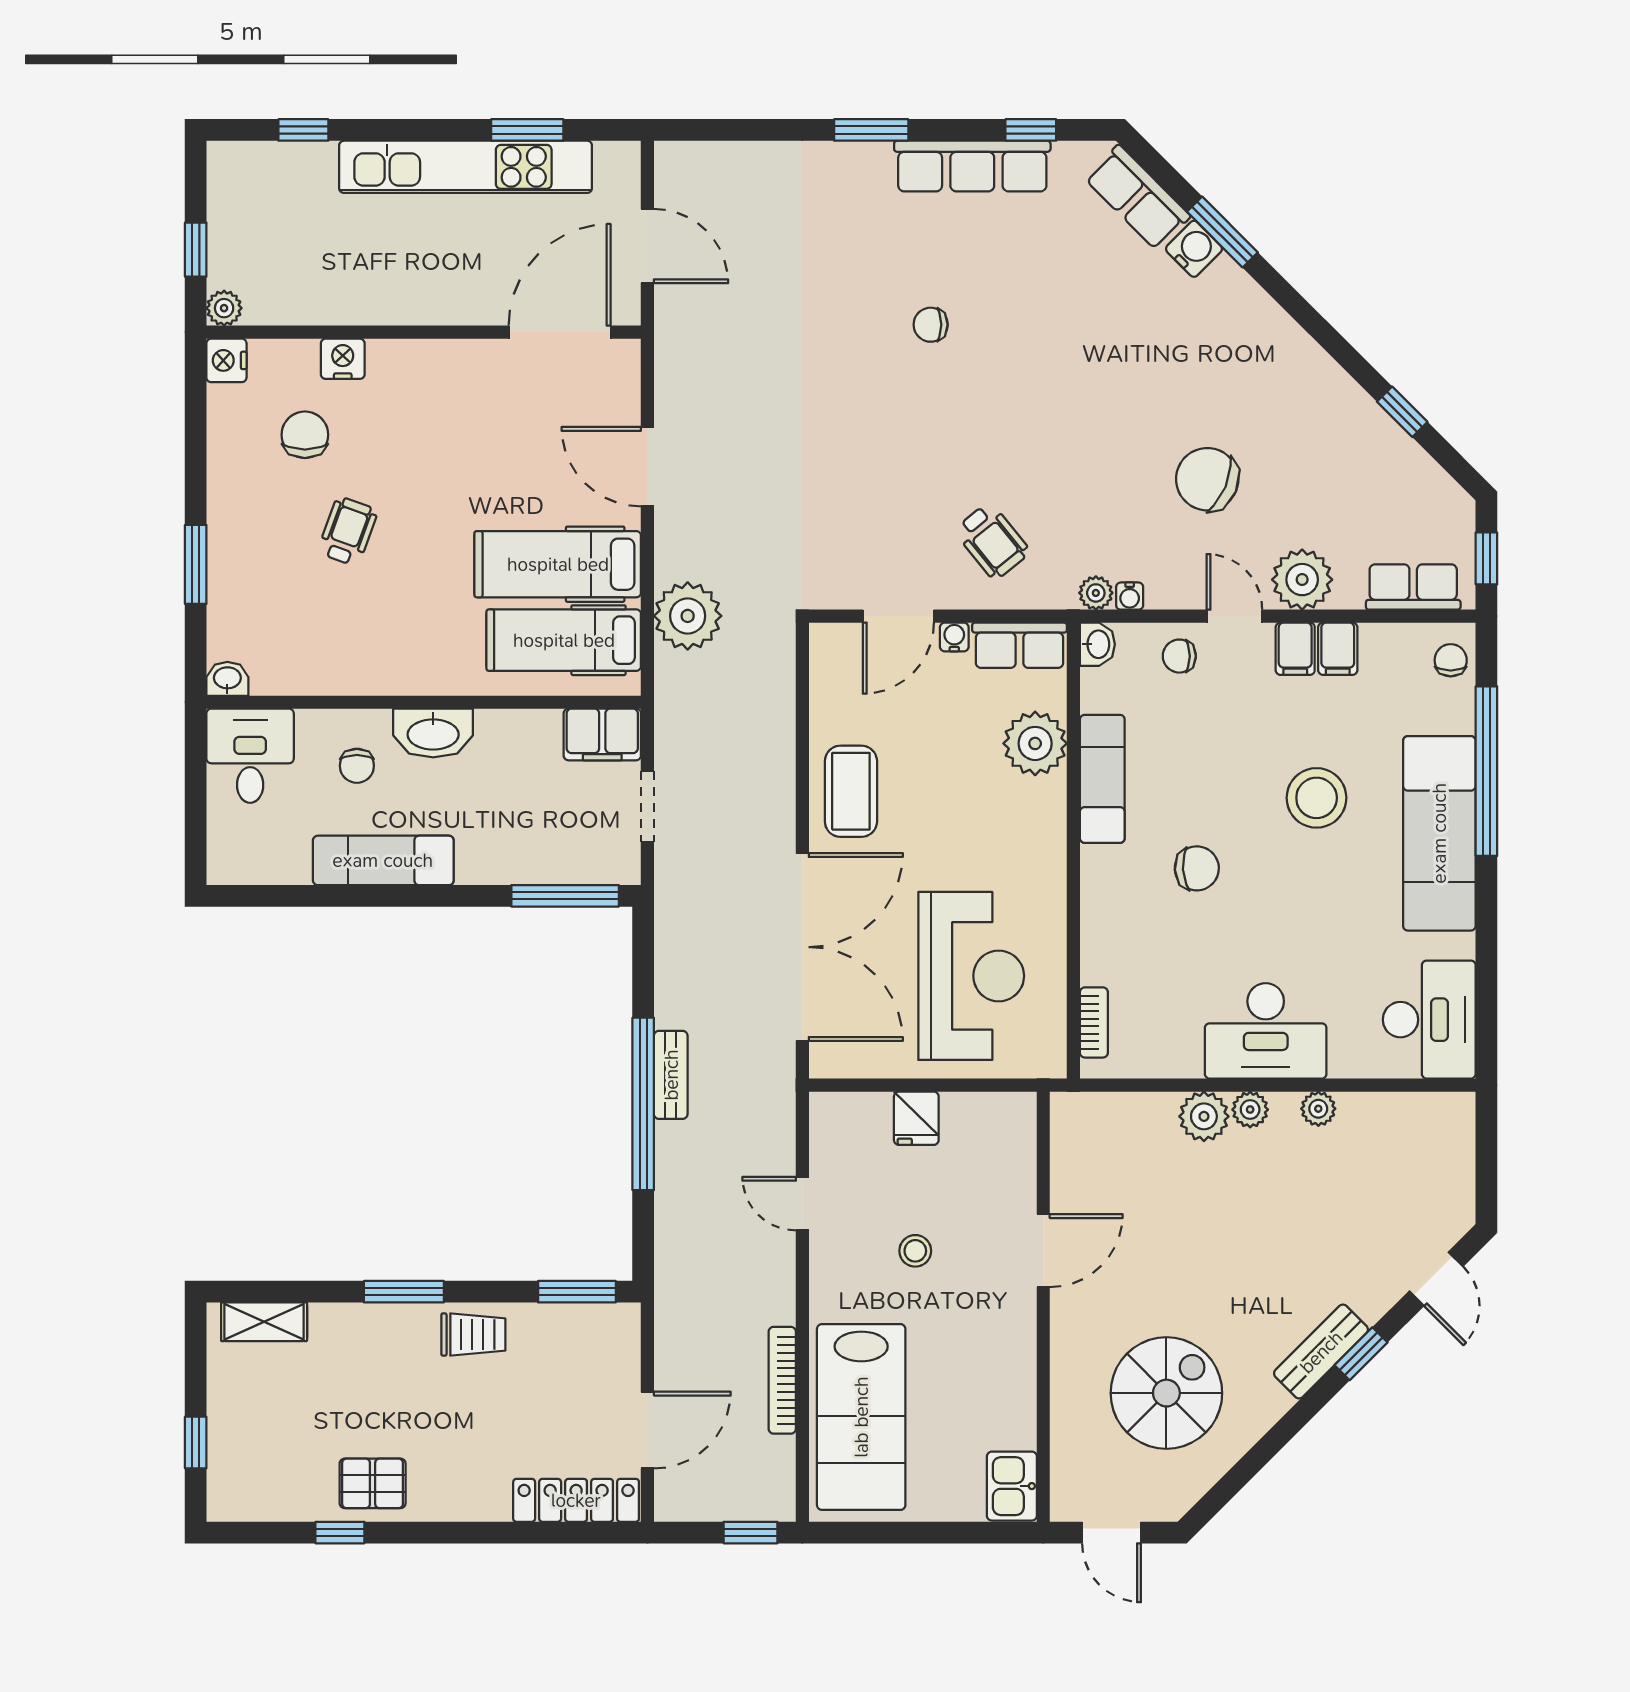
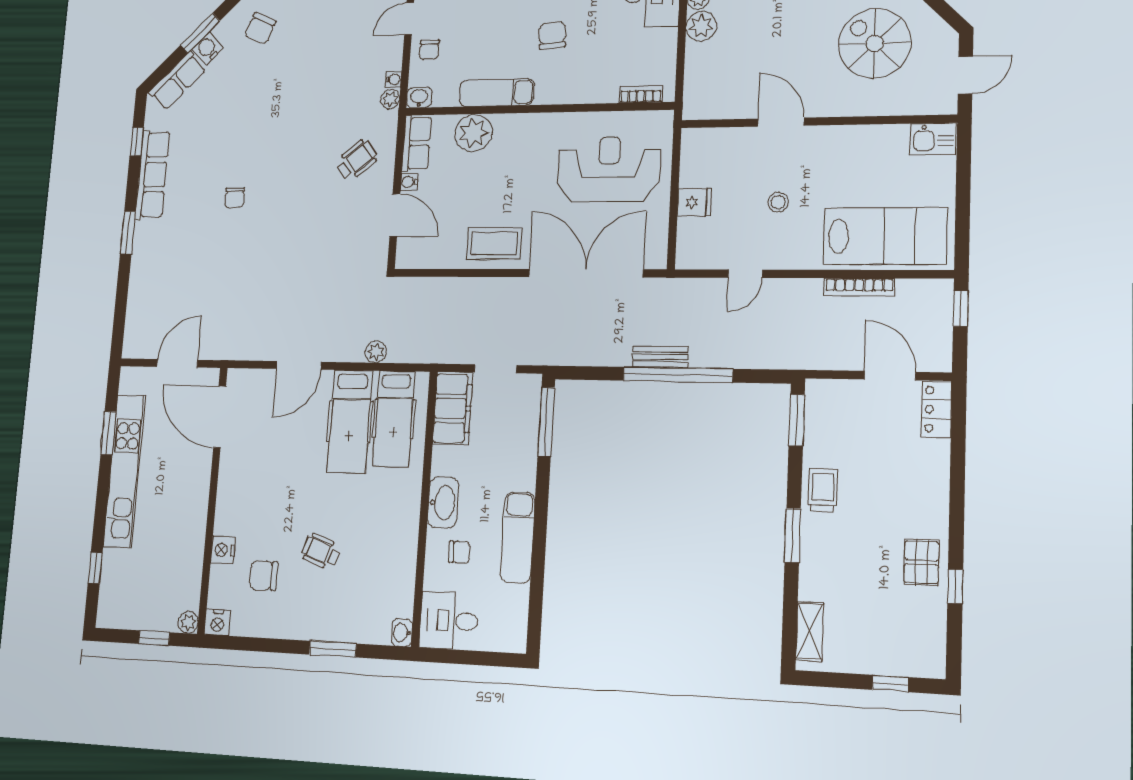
chair: (1207, 479) -> (260, 28), moved, width x0.73, depth x0.73
plant: (688, 616) -> (376, 352), width x0.53, depth x0.53
filing cabinet: (602, 734) -> (453, 408), width x1.50, depth x1.17
locker: (576, 1500) -> (937, 409), width x0.66

